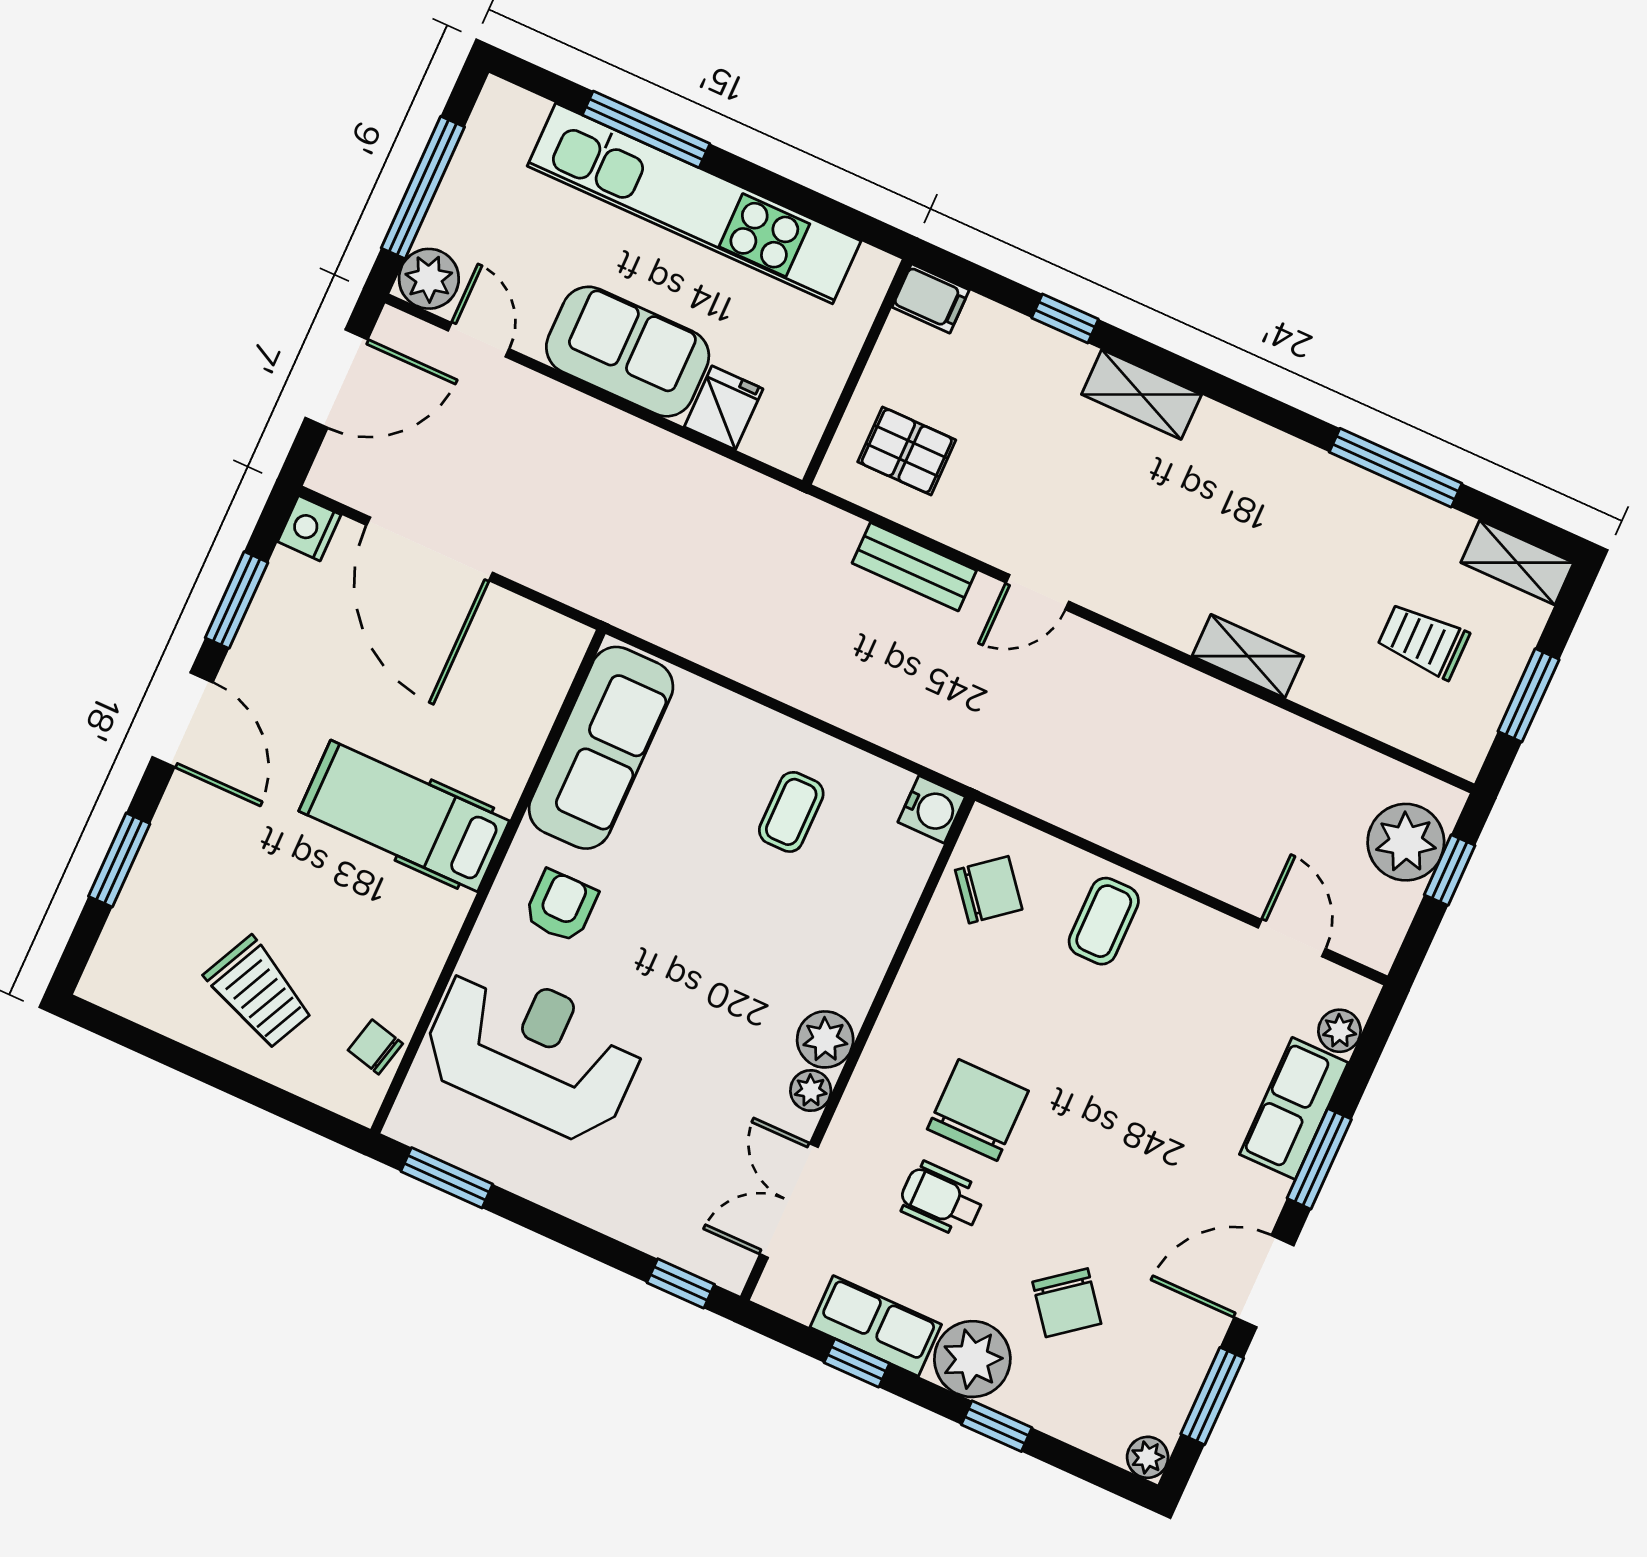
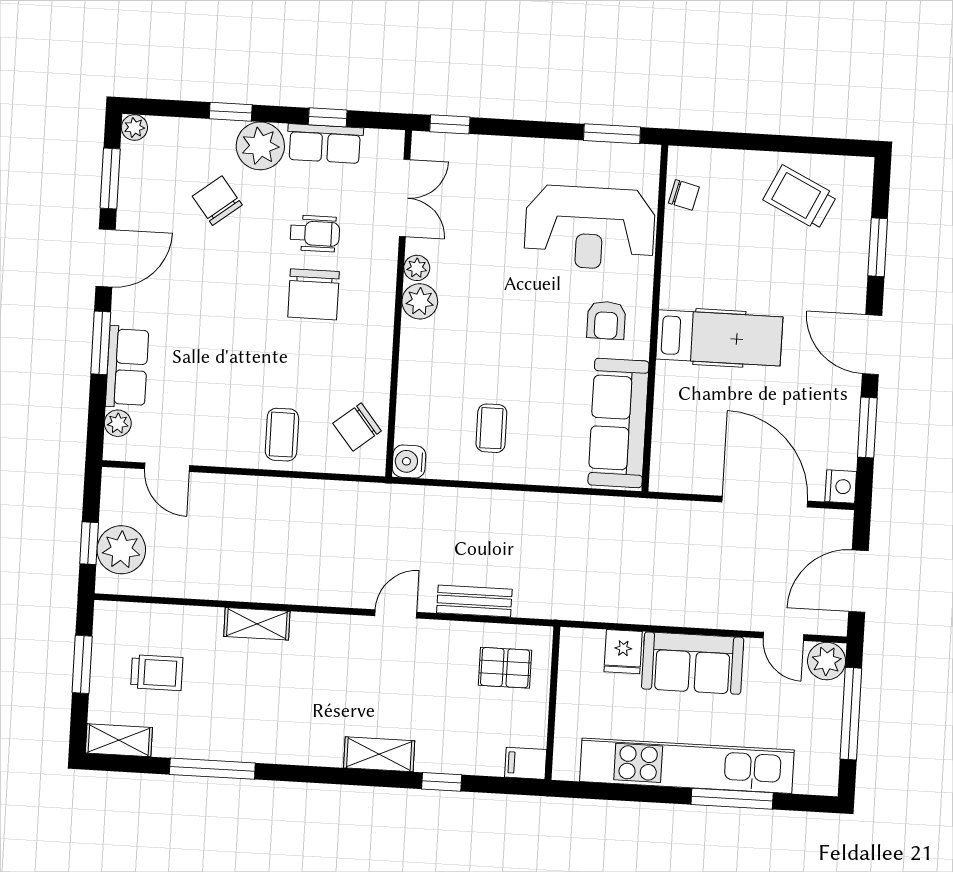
trolley: (259, 993) -> (800, 198), moved

